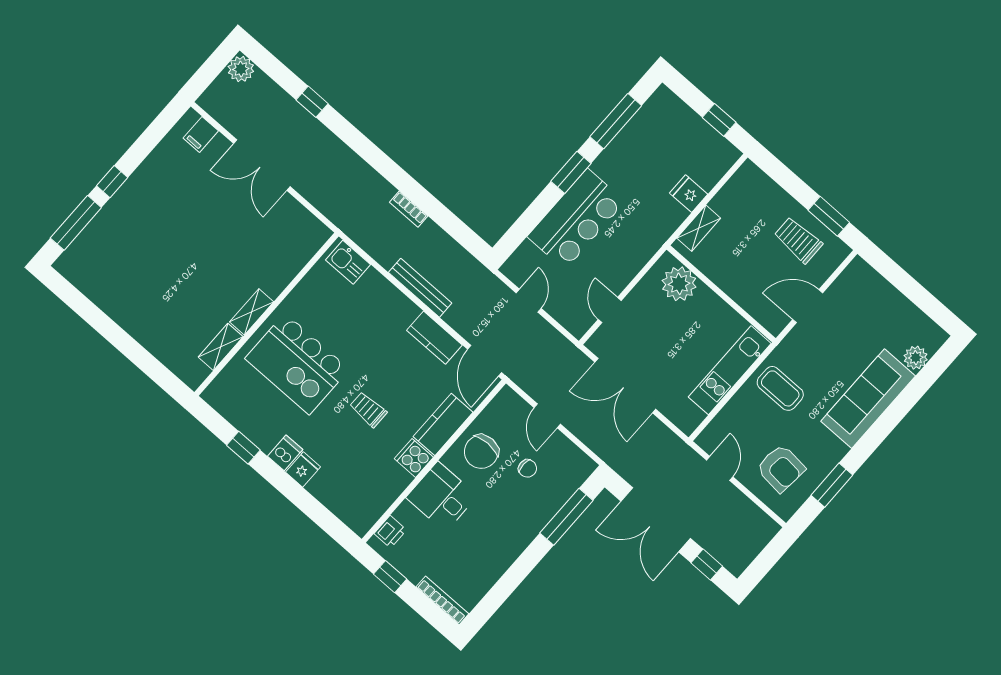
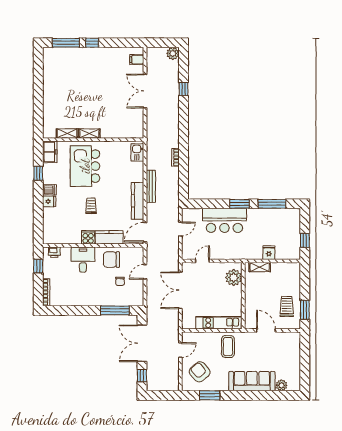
kitchen counter: (434, 338) -> (138, 201), width x1.50
freezer: (226, 400) -> (50, 152), added
armchair: (781, 468) -> (200, 372), turned 135

